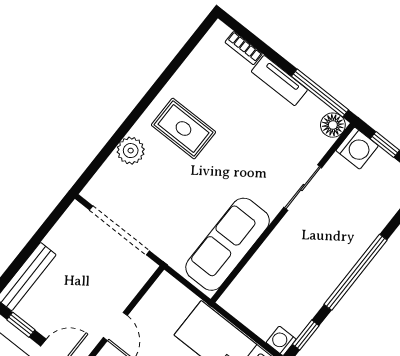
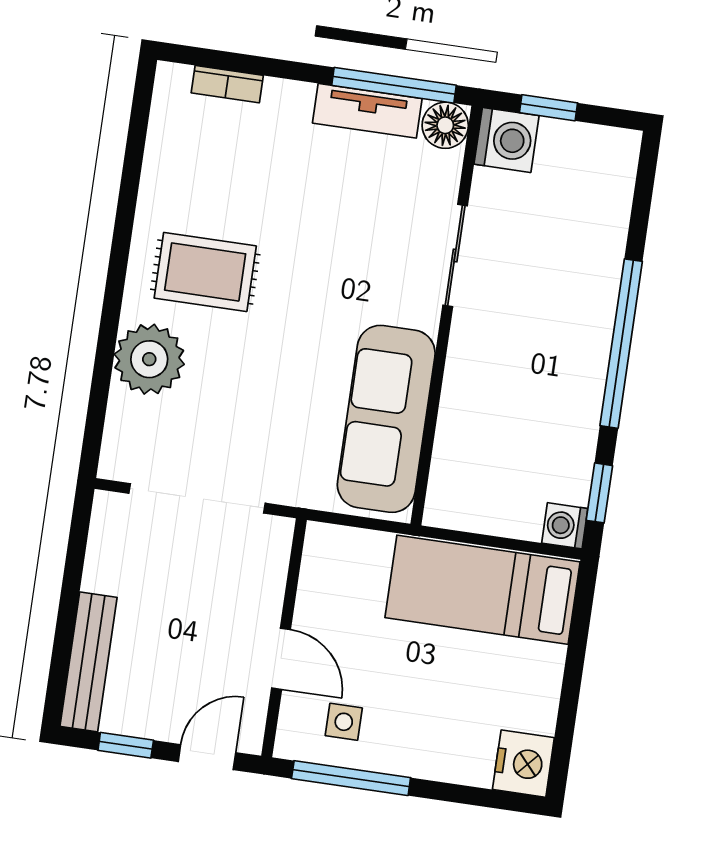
tv unit: (279, 81) -> (367, 111), moved
plant: (131, 151) -> (149, 359), width x1.36, depth x1.36

